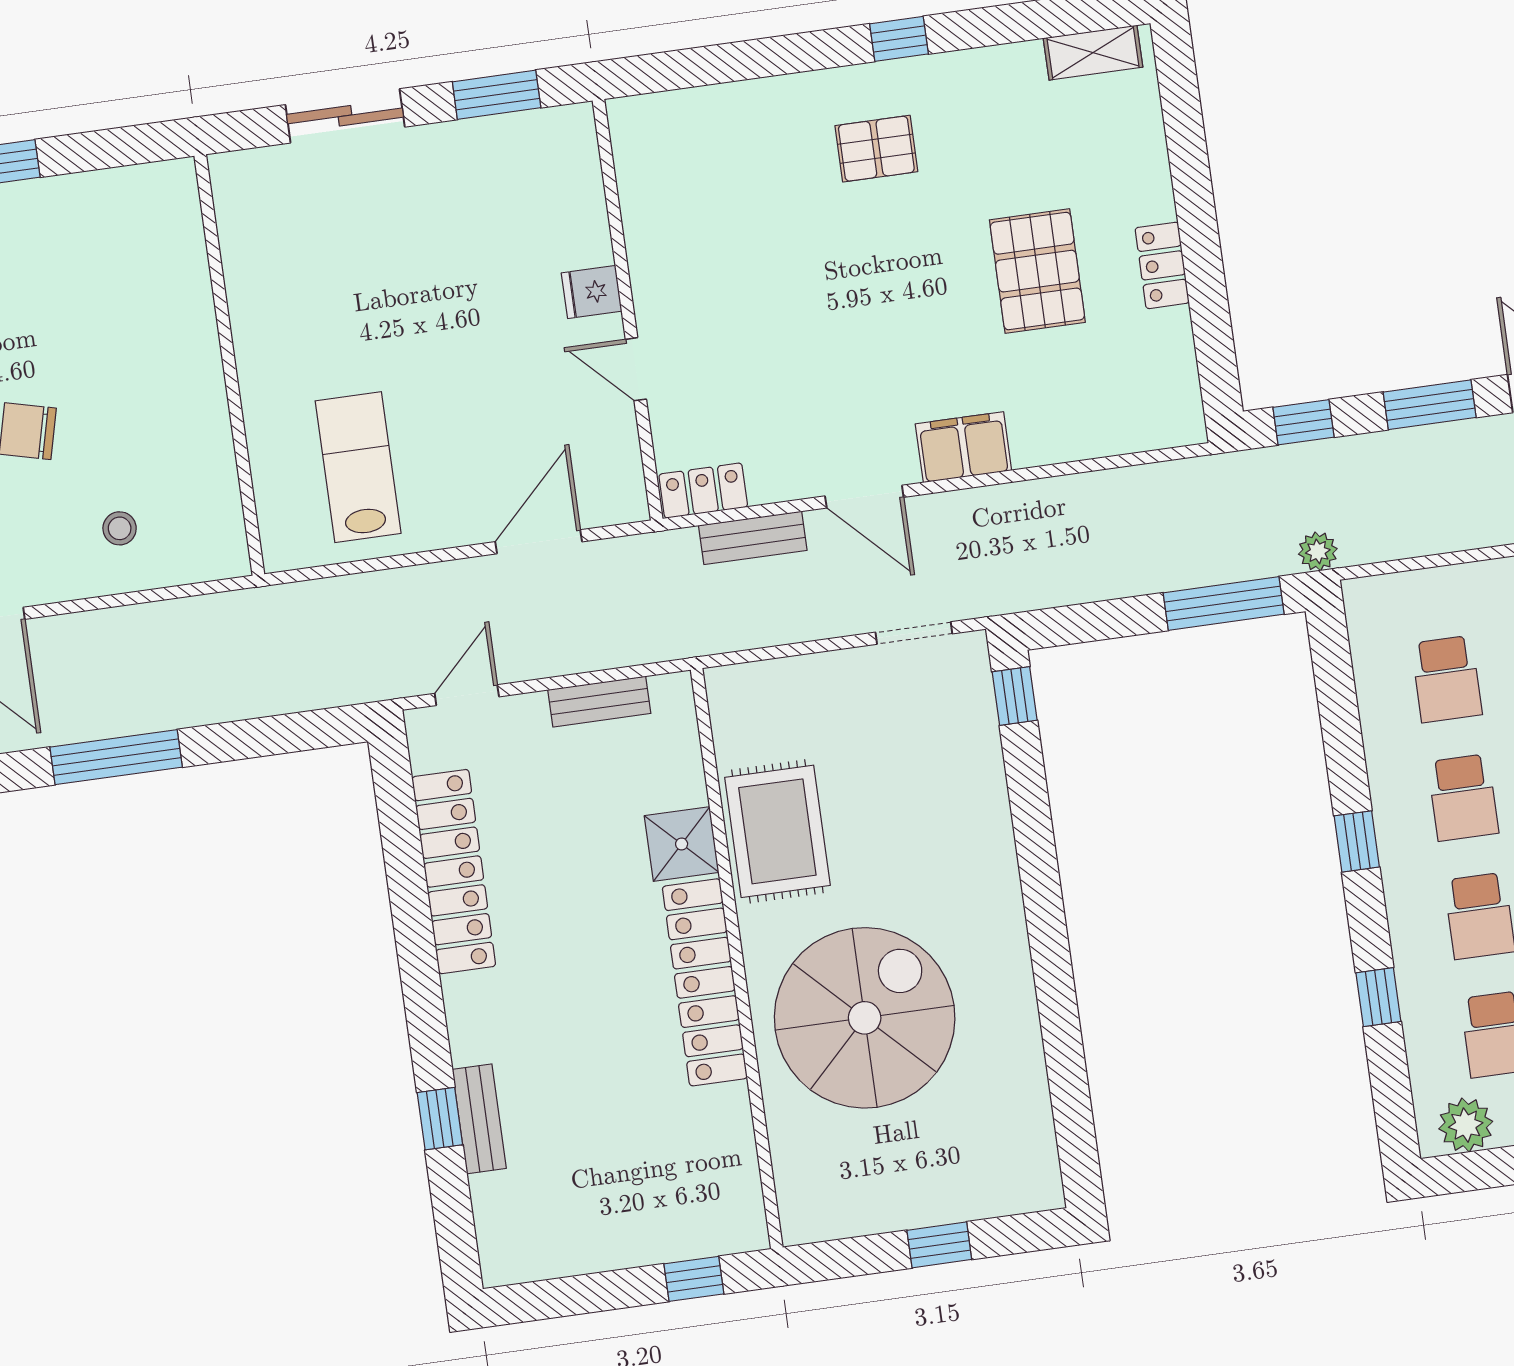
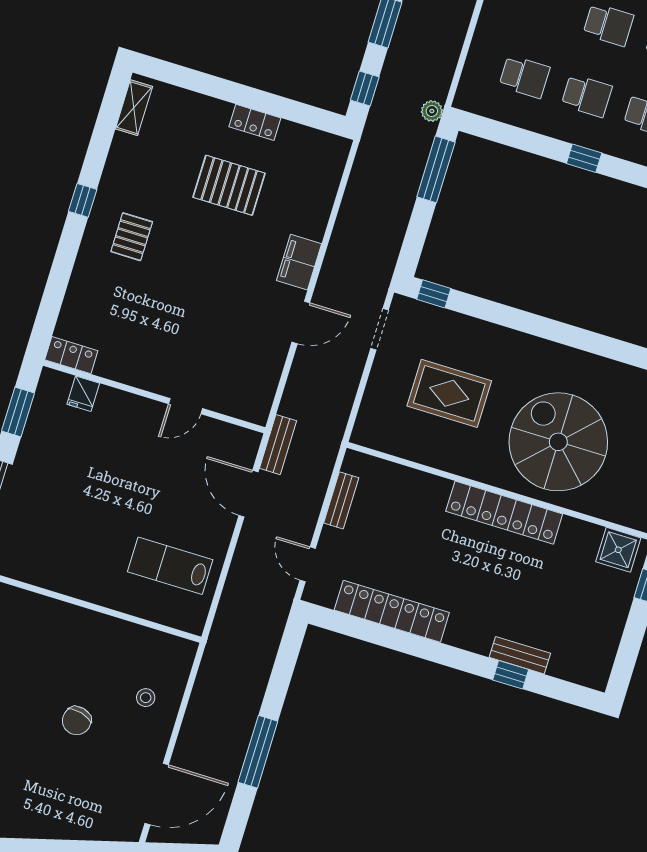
fridge: (592, 292) -> (83, 394), moved
locker: (703, 491) -> (71, 355), moved, turned 90
bench: (753, 538) -> (278, 445), moved
rug: (777, 831) -> (449, 393), moved
shower: (682, 844) -> (618, 550), moved

